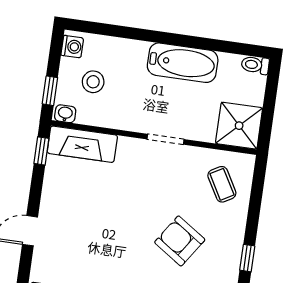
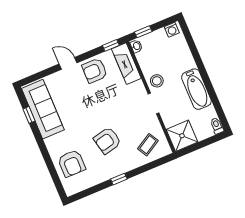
stool: (93, 82) -> (157, 81), moved
armchair: (65, 198) -> (95, 71), added
armchair: (180, 241) -> (107, 141), turned -137

